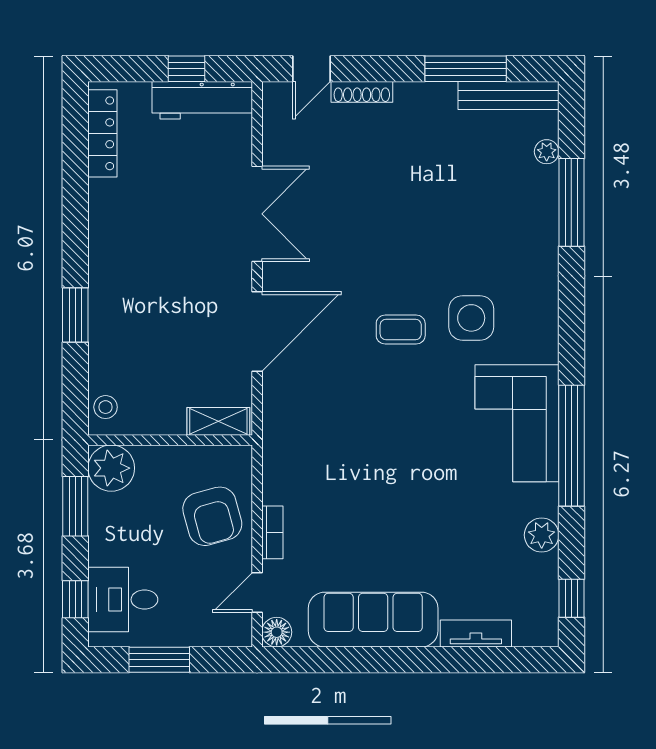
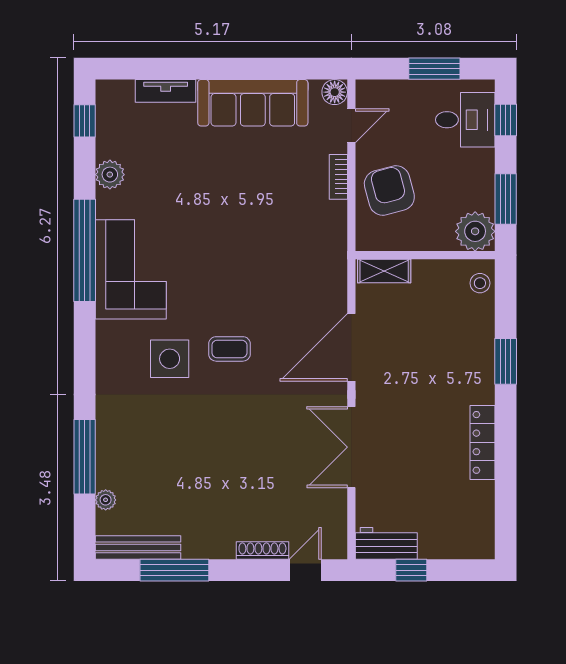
workbench: (202, 100) -> (386, 543), width x0.73
locker: (102, 133) -> (483, 442), moved

